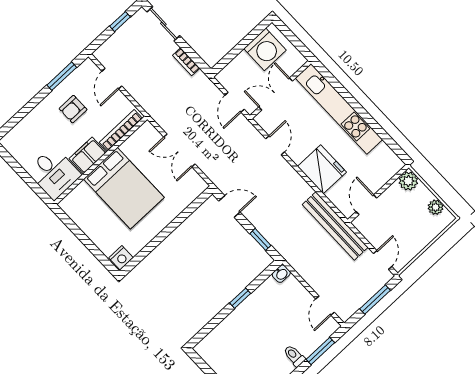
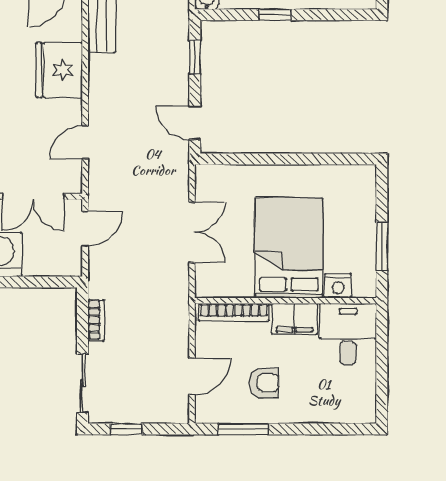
window: (78, 233) -> (382, 246), added
nightstand: (121, 258) -> (338, 286), moved, turned 180

